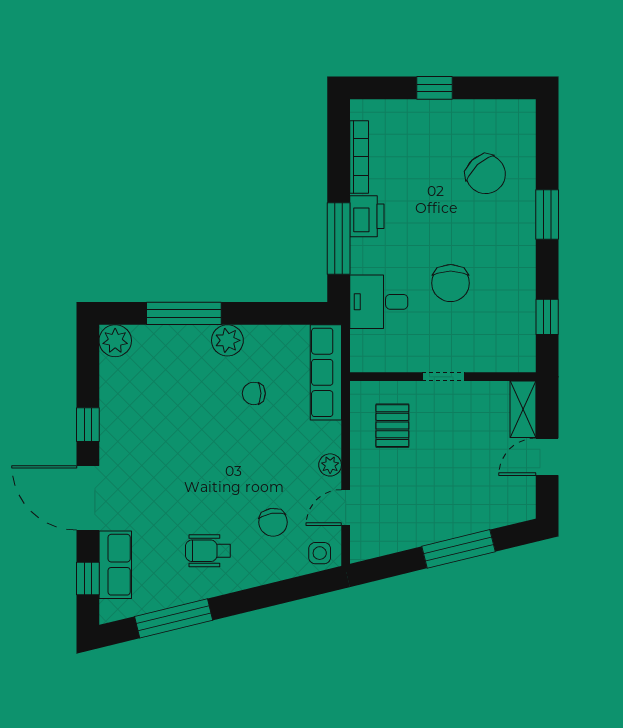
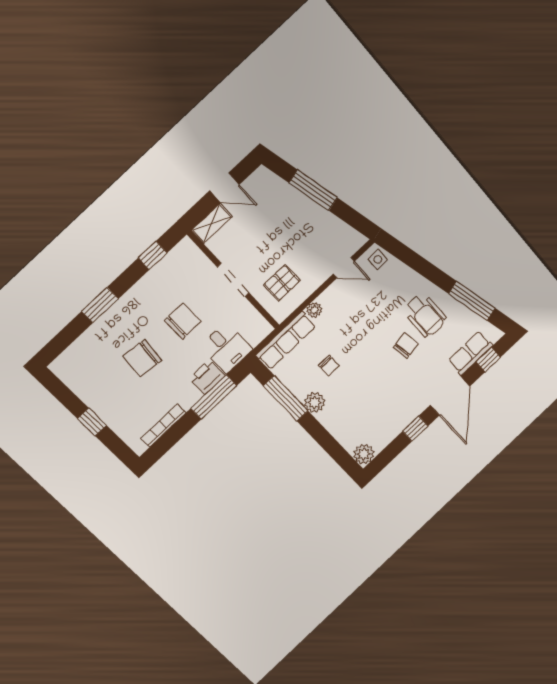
chair: (486, 174) -> (142, 358), moved, turned -131
printer: (367, 216) -> (207, 377), moved
window: (184, 313) -> (286, 398), moved
doorway: (444, 377) -> (233, 280), width x1.38
plant: (330, 465) -> (314, 310), moved
chair: (273, 522) -> (406, 346), moved
wheelchair: (208, 551) -> (425, 315), width x1.36, depth x1.37

